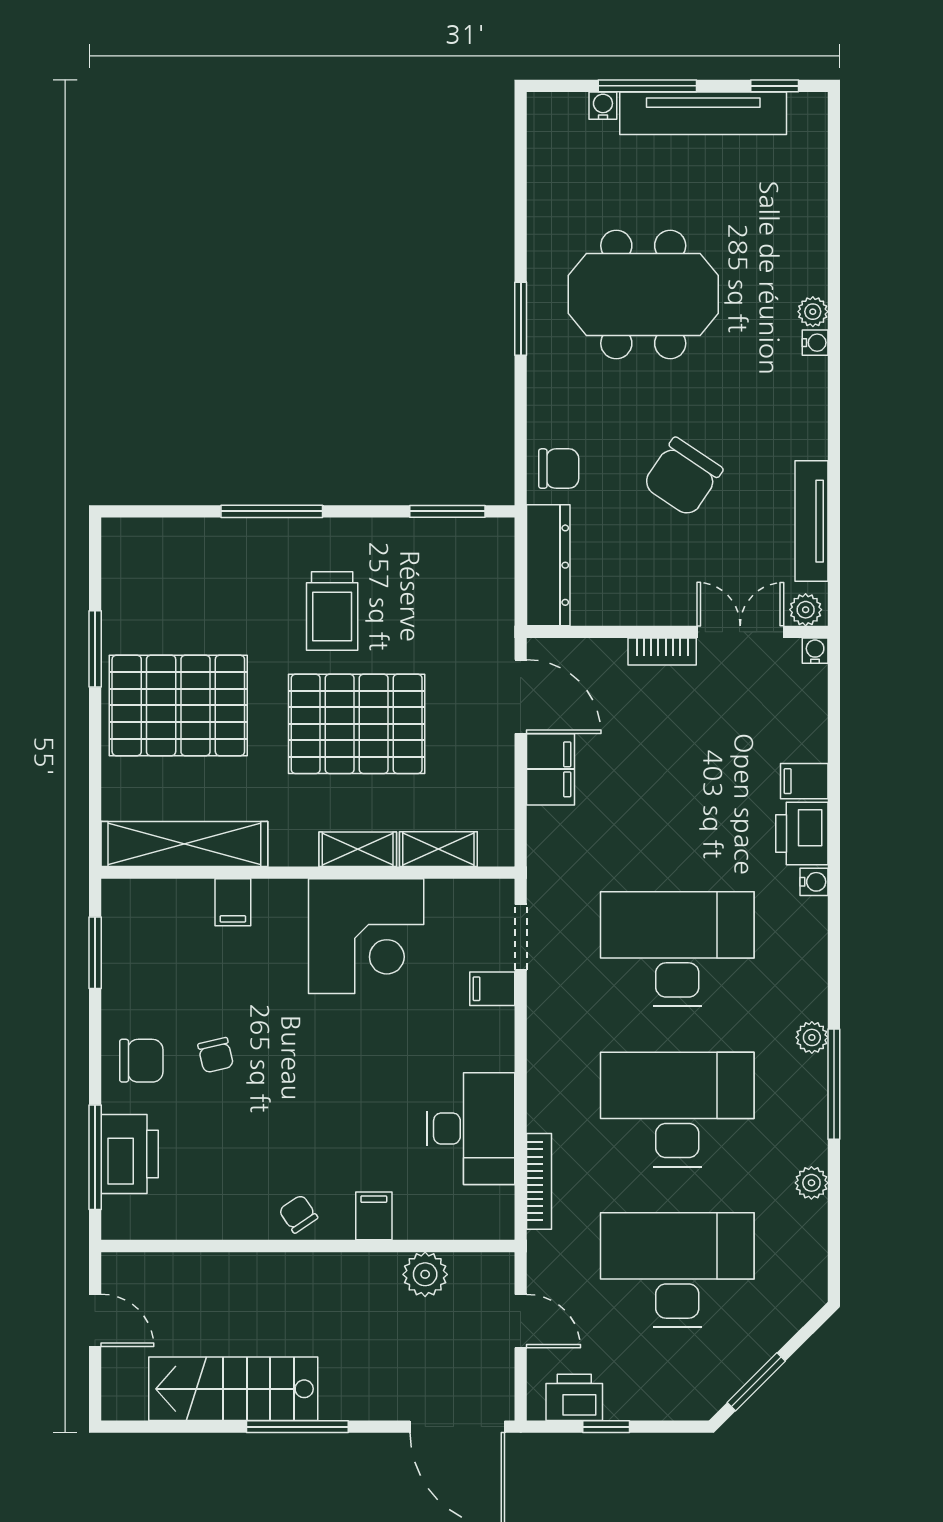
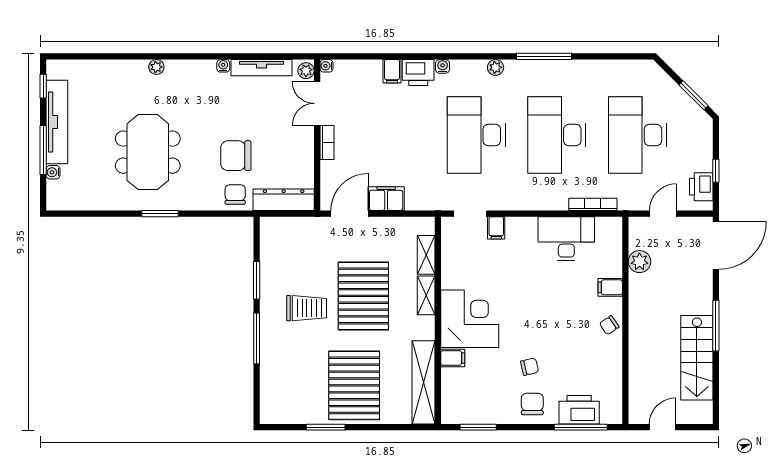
water cooler: (815, 343) -> (223, 66), moved
chair: (683, 477) -> (236, 156), moved, turned 146
window: (447, 511) -> (257, 280), moved
corner desk: (366, 936) -> (470, 319), moved
plant: (812, 1037) -> (496, 67), moved
plant: (811, 1183) -> (594, 68), removed

